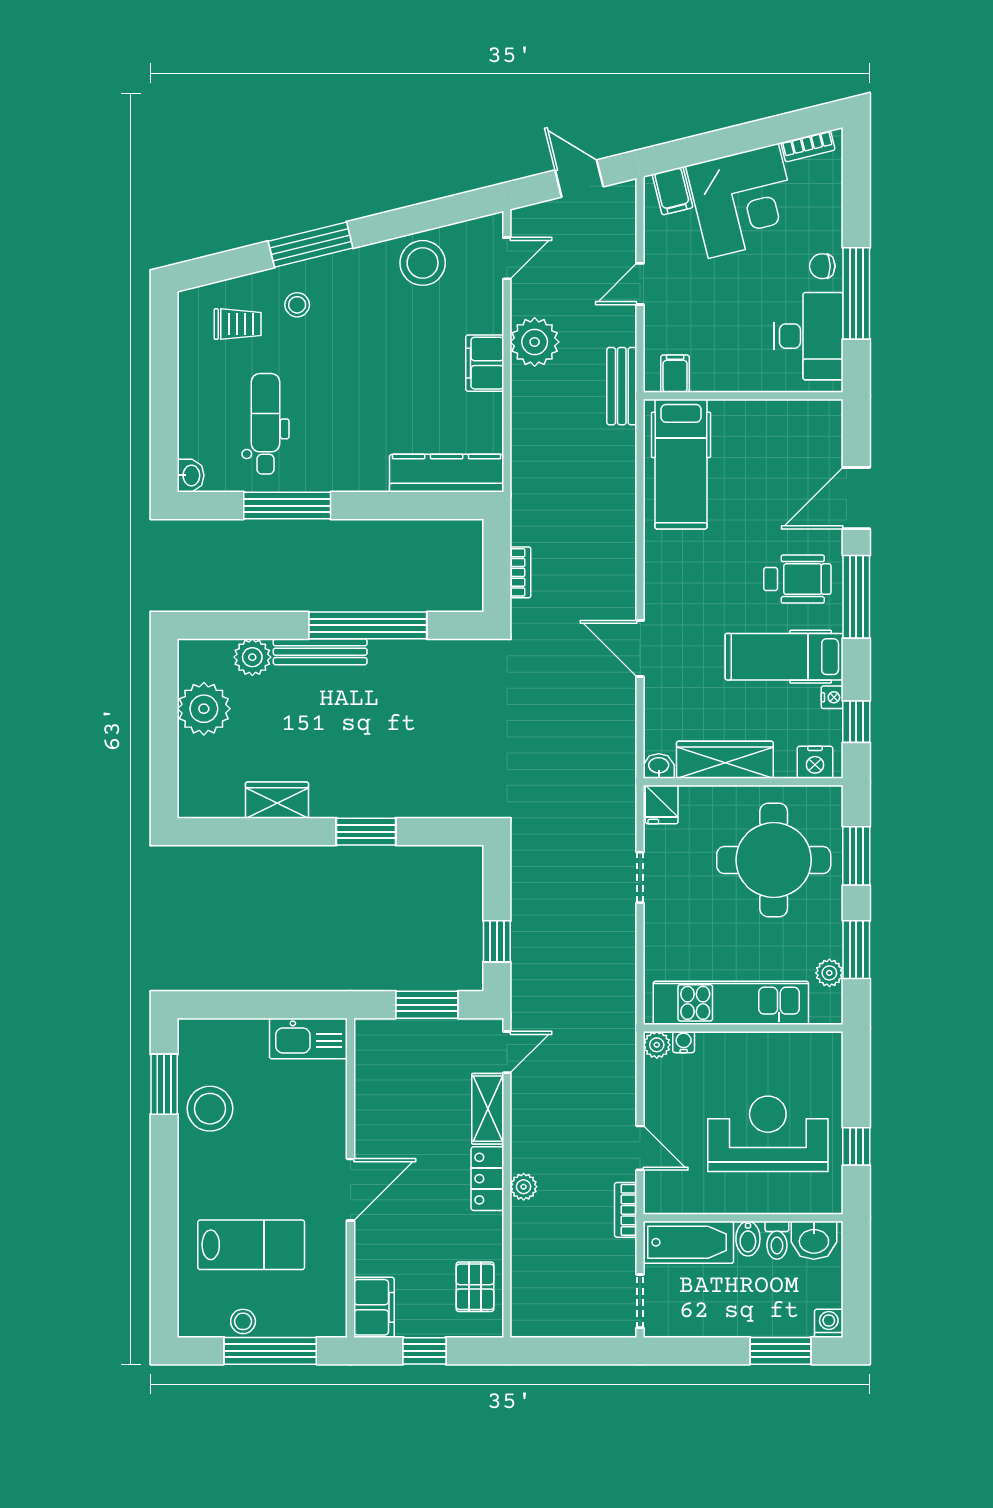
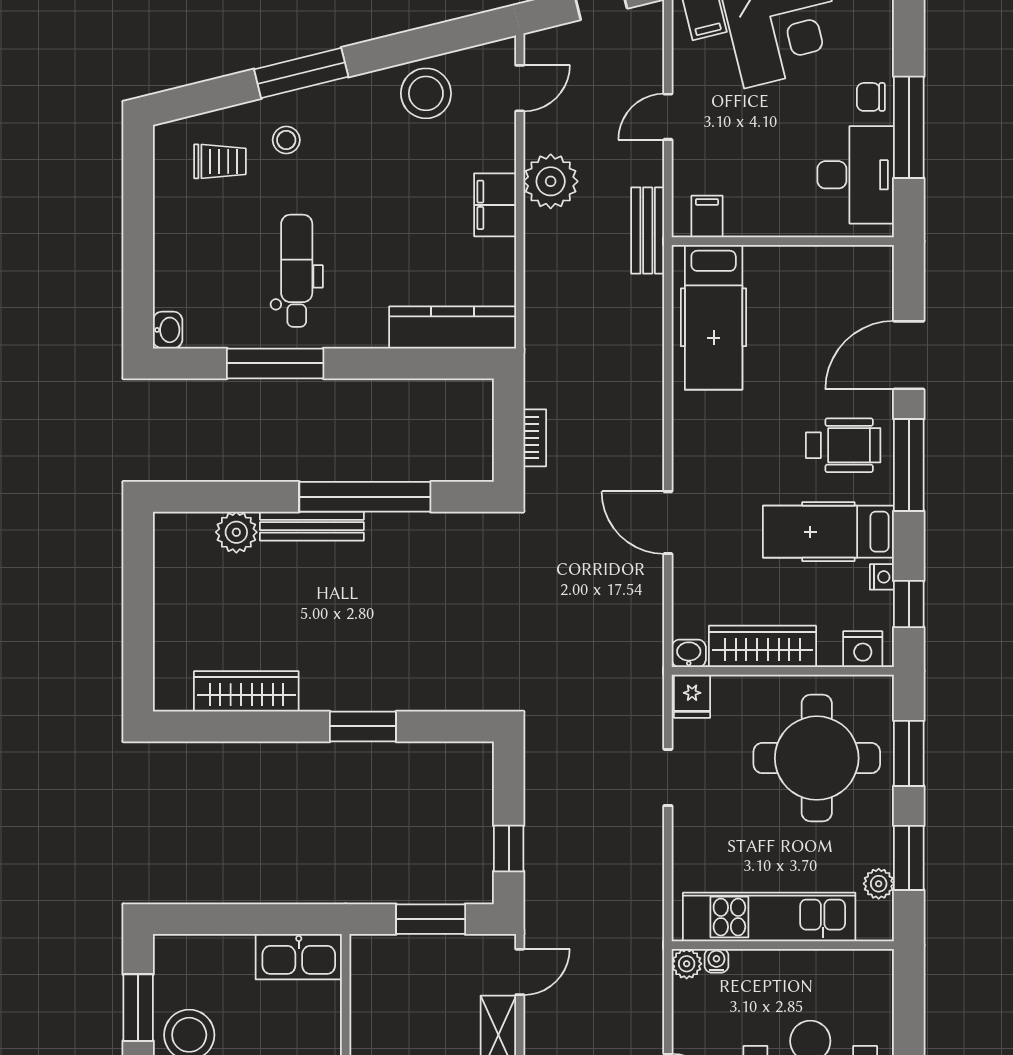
dental chair: (265, 424) -> (297, 271), moved
plant: (204, 709) -> (182, 590), removed
wardrobe: (277, 800) -> (246, 691), width x1.50

